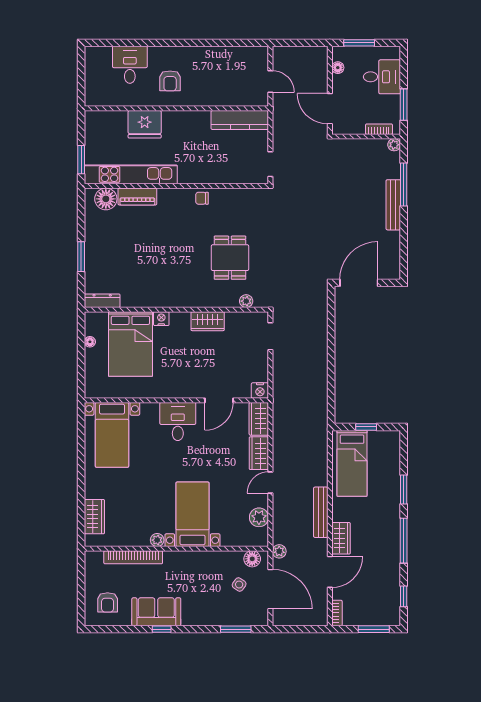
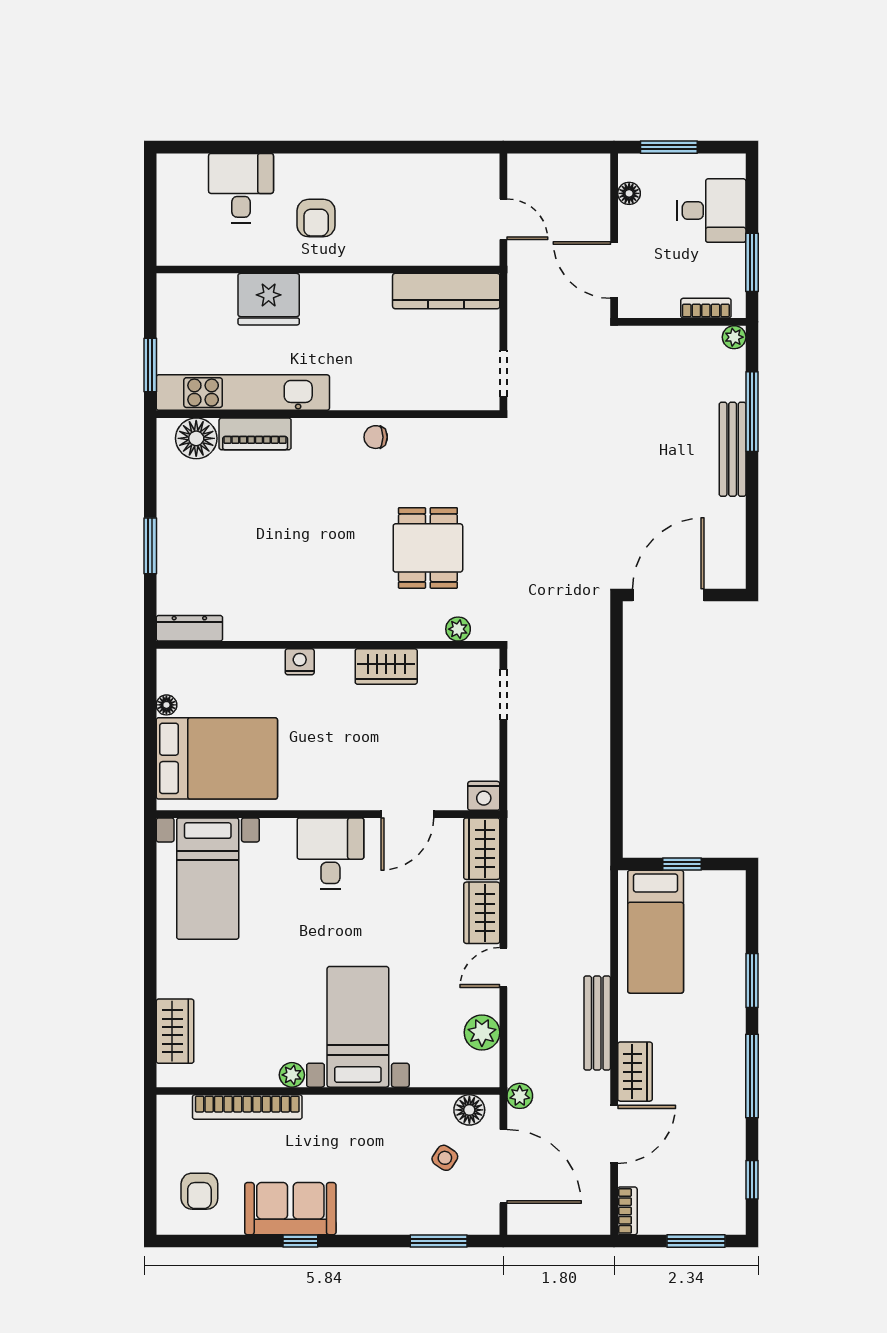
bed: (130, 344) -> (217, 758), moved, turned -90

